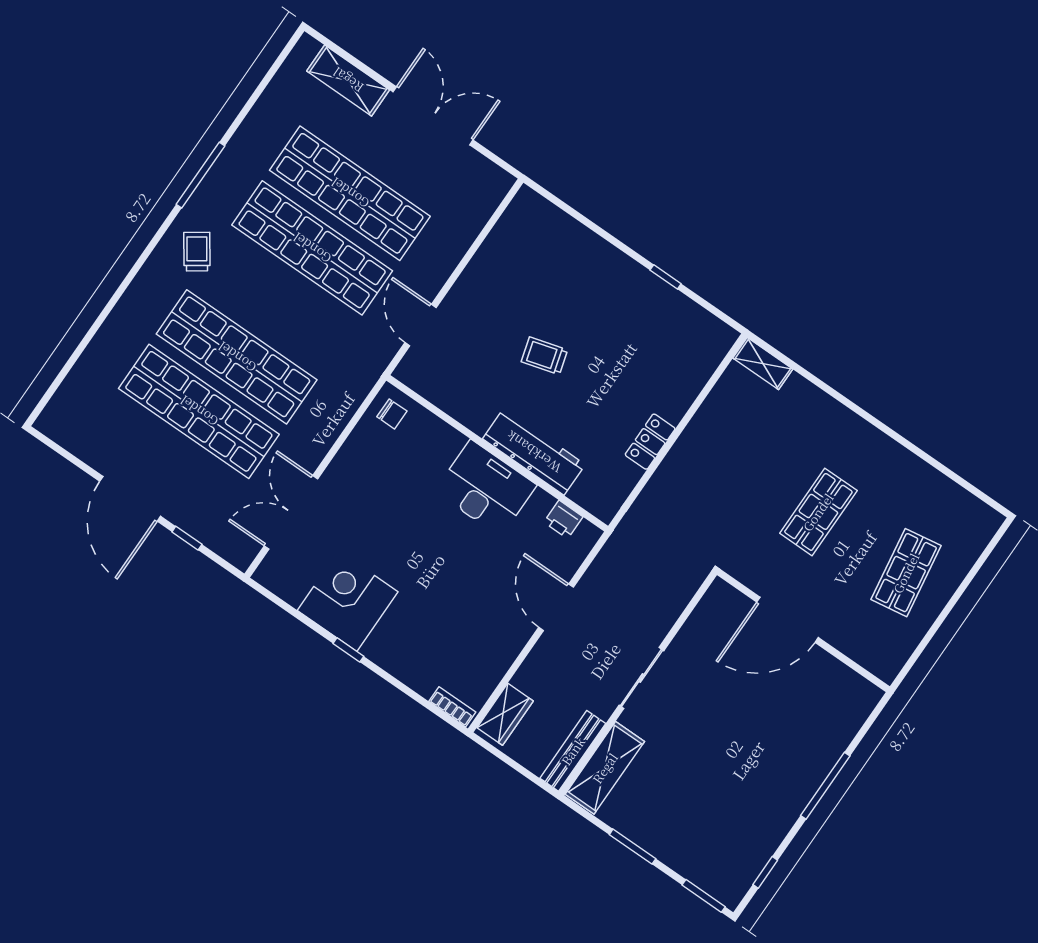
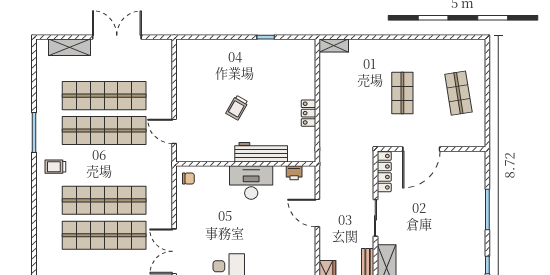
trolley: (197, 252) -> (55, 167), turned -55
trolley: (544, 356) -> (237, 108), turned -44
locker: (705, 615) -> (384, 172), added

